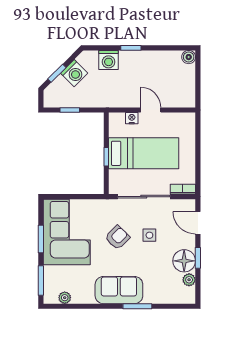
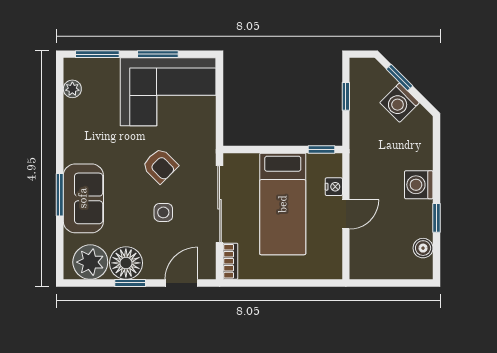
window: (131, 48) -> (436, 218), moved
boiler: (189, 57) -> (423, 248), moved
washing machine: (109, 60) -> (419, 185), moved
window: (106, 157) -> (321, 149), moved
plant: (189, 280) -> (90, 262), width x1.88, depth x1.88
sofa: (119, 290) -> (83, 198), moved

